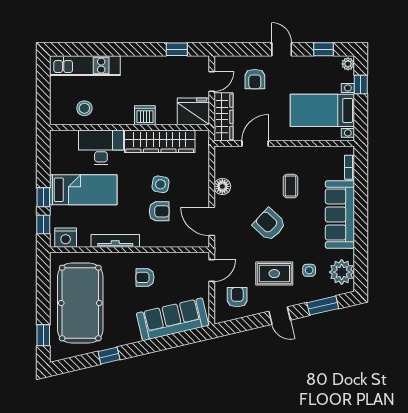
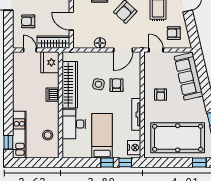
window: (177, 49) -> (8, 142), moved
armchair: (255, 79) -> (28, 21), turned 180

